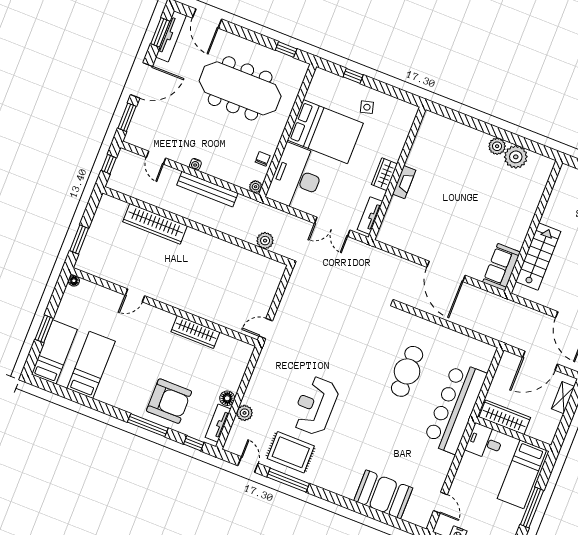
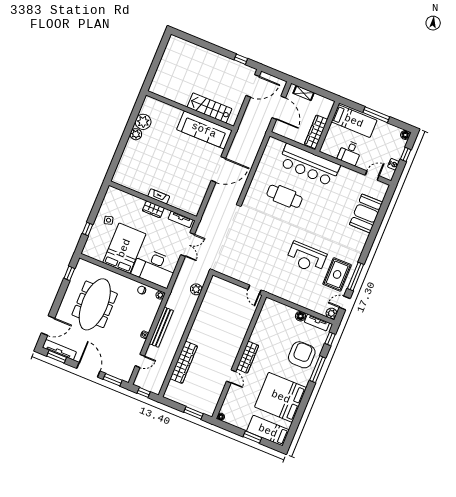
sofa: (502, 267) -> (204, 130), width x1.85, depth x1.27
wardrobe: (195, 332) -> (248, 357), moved
bed: (91, 365) -> (281, 397), width x2.04
plant: (245, 413) -> (331, 313), moved
desk: (485, 442) -> (350, 153), moved

